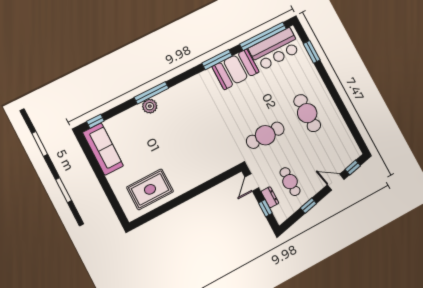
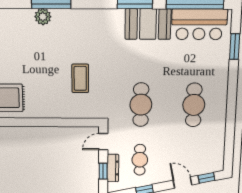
cafe table: (265, 135) -> (141, 105), turned 90
coffee table: (205, 140) -> (80, 78), added
dresser: (270, 197) -> (113, 168), width x1.44

